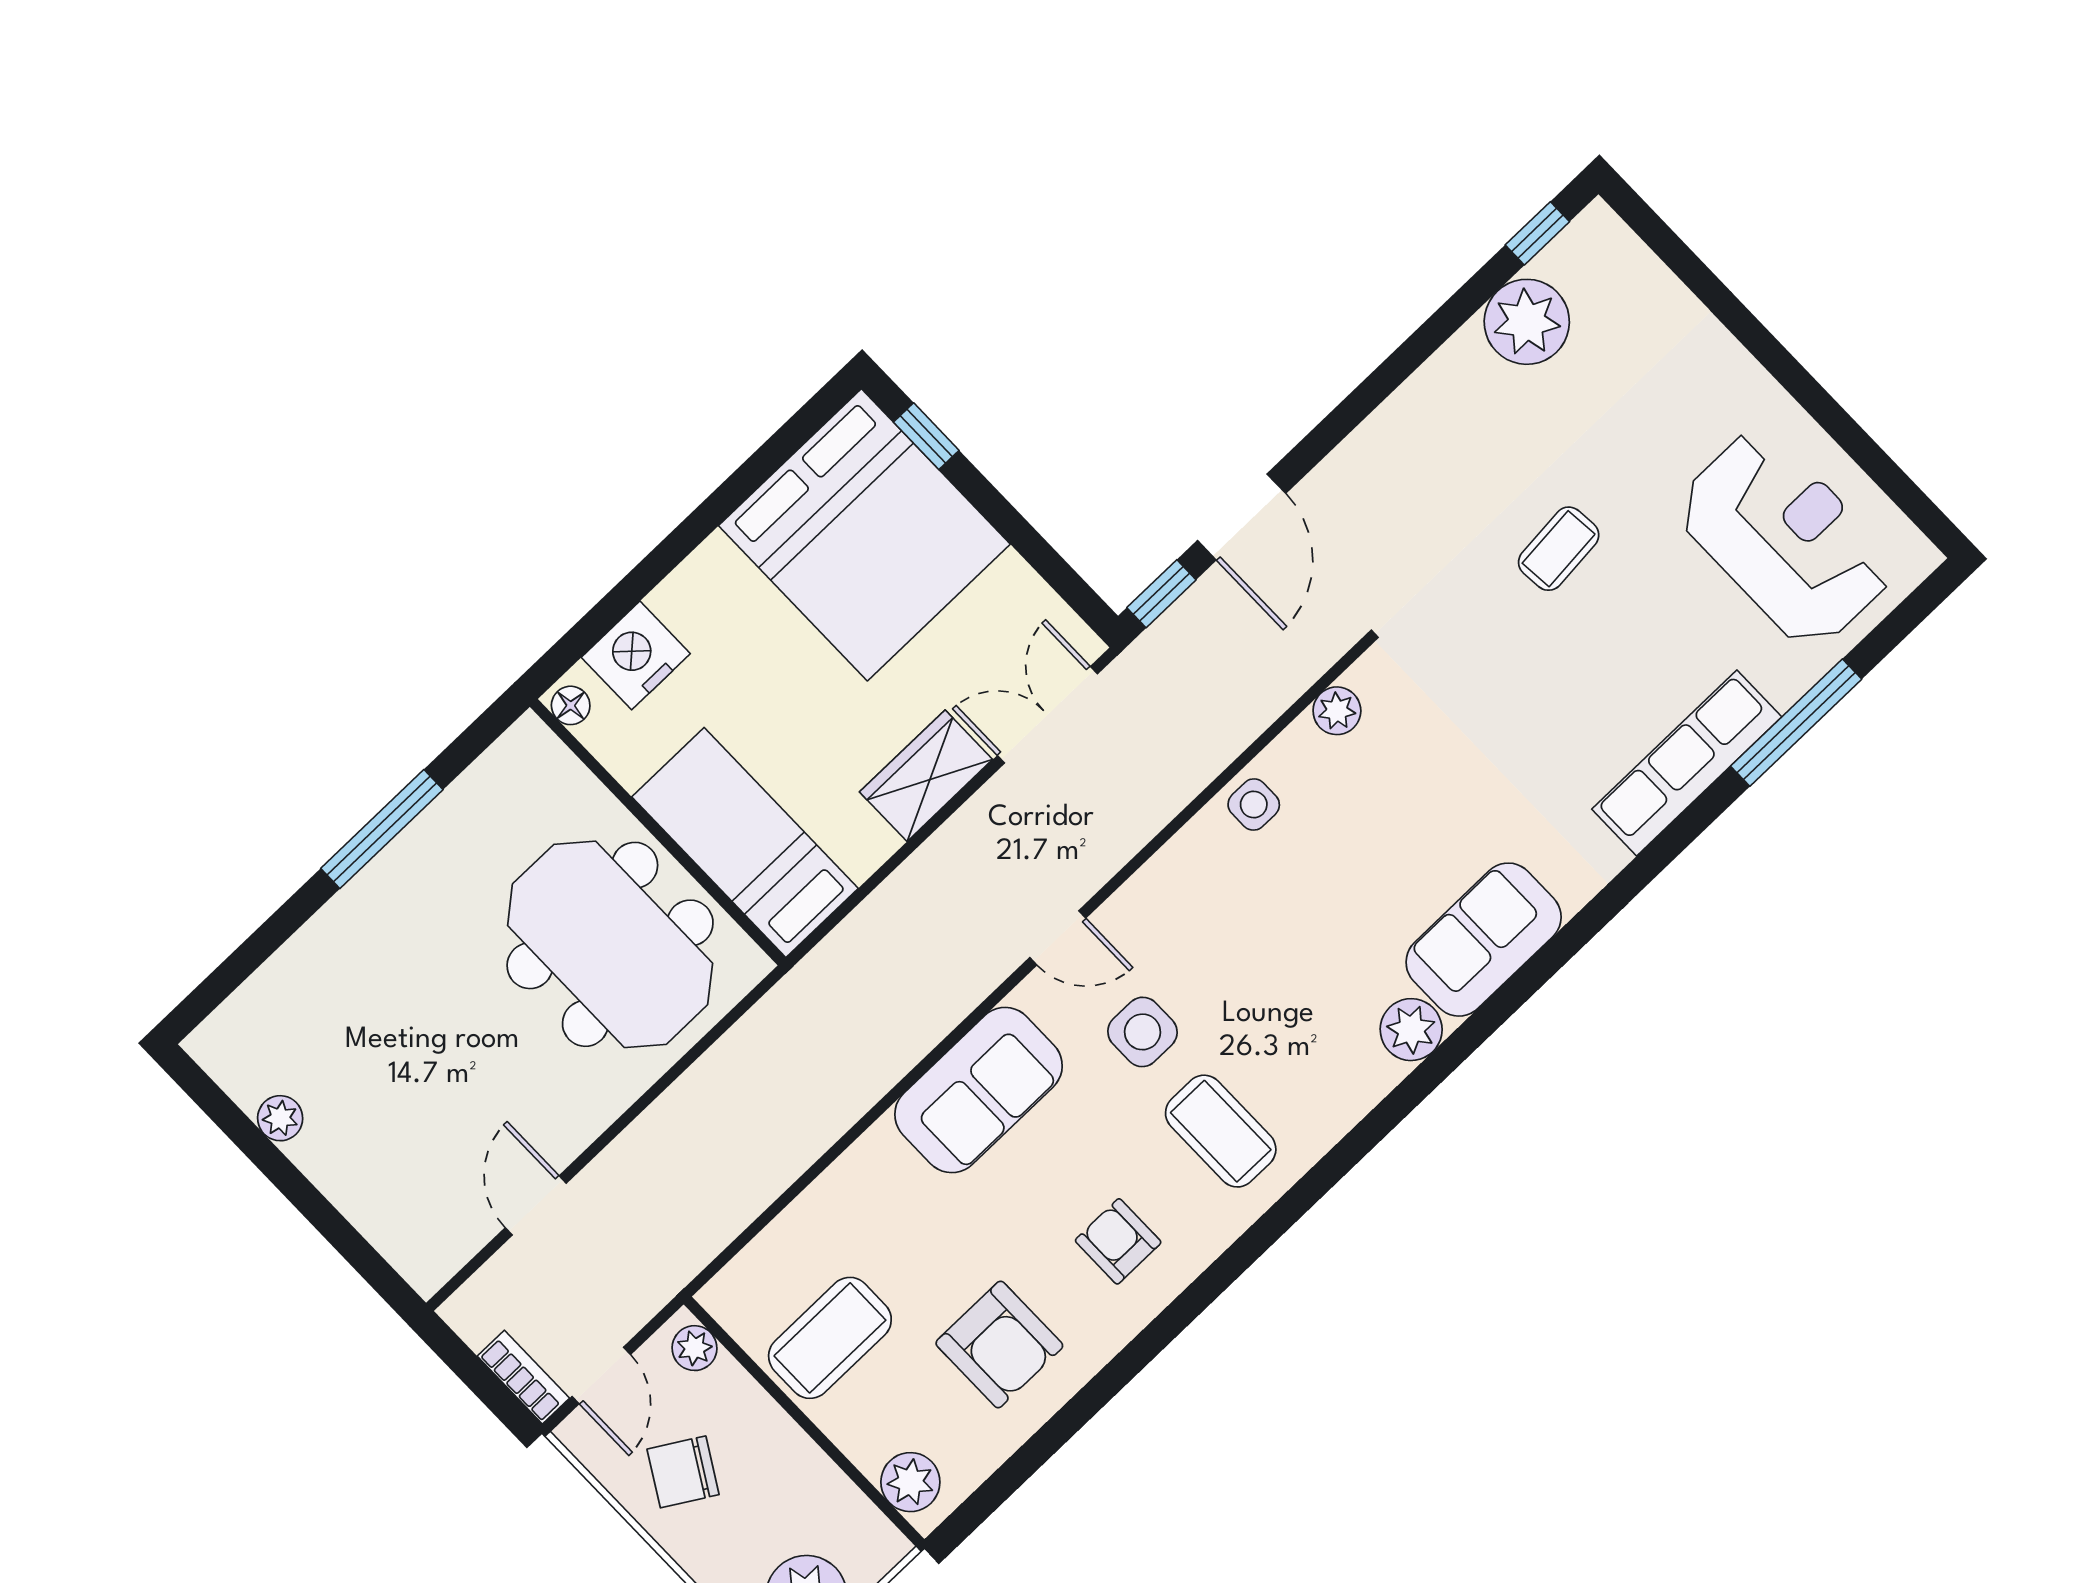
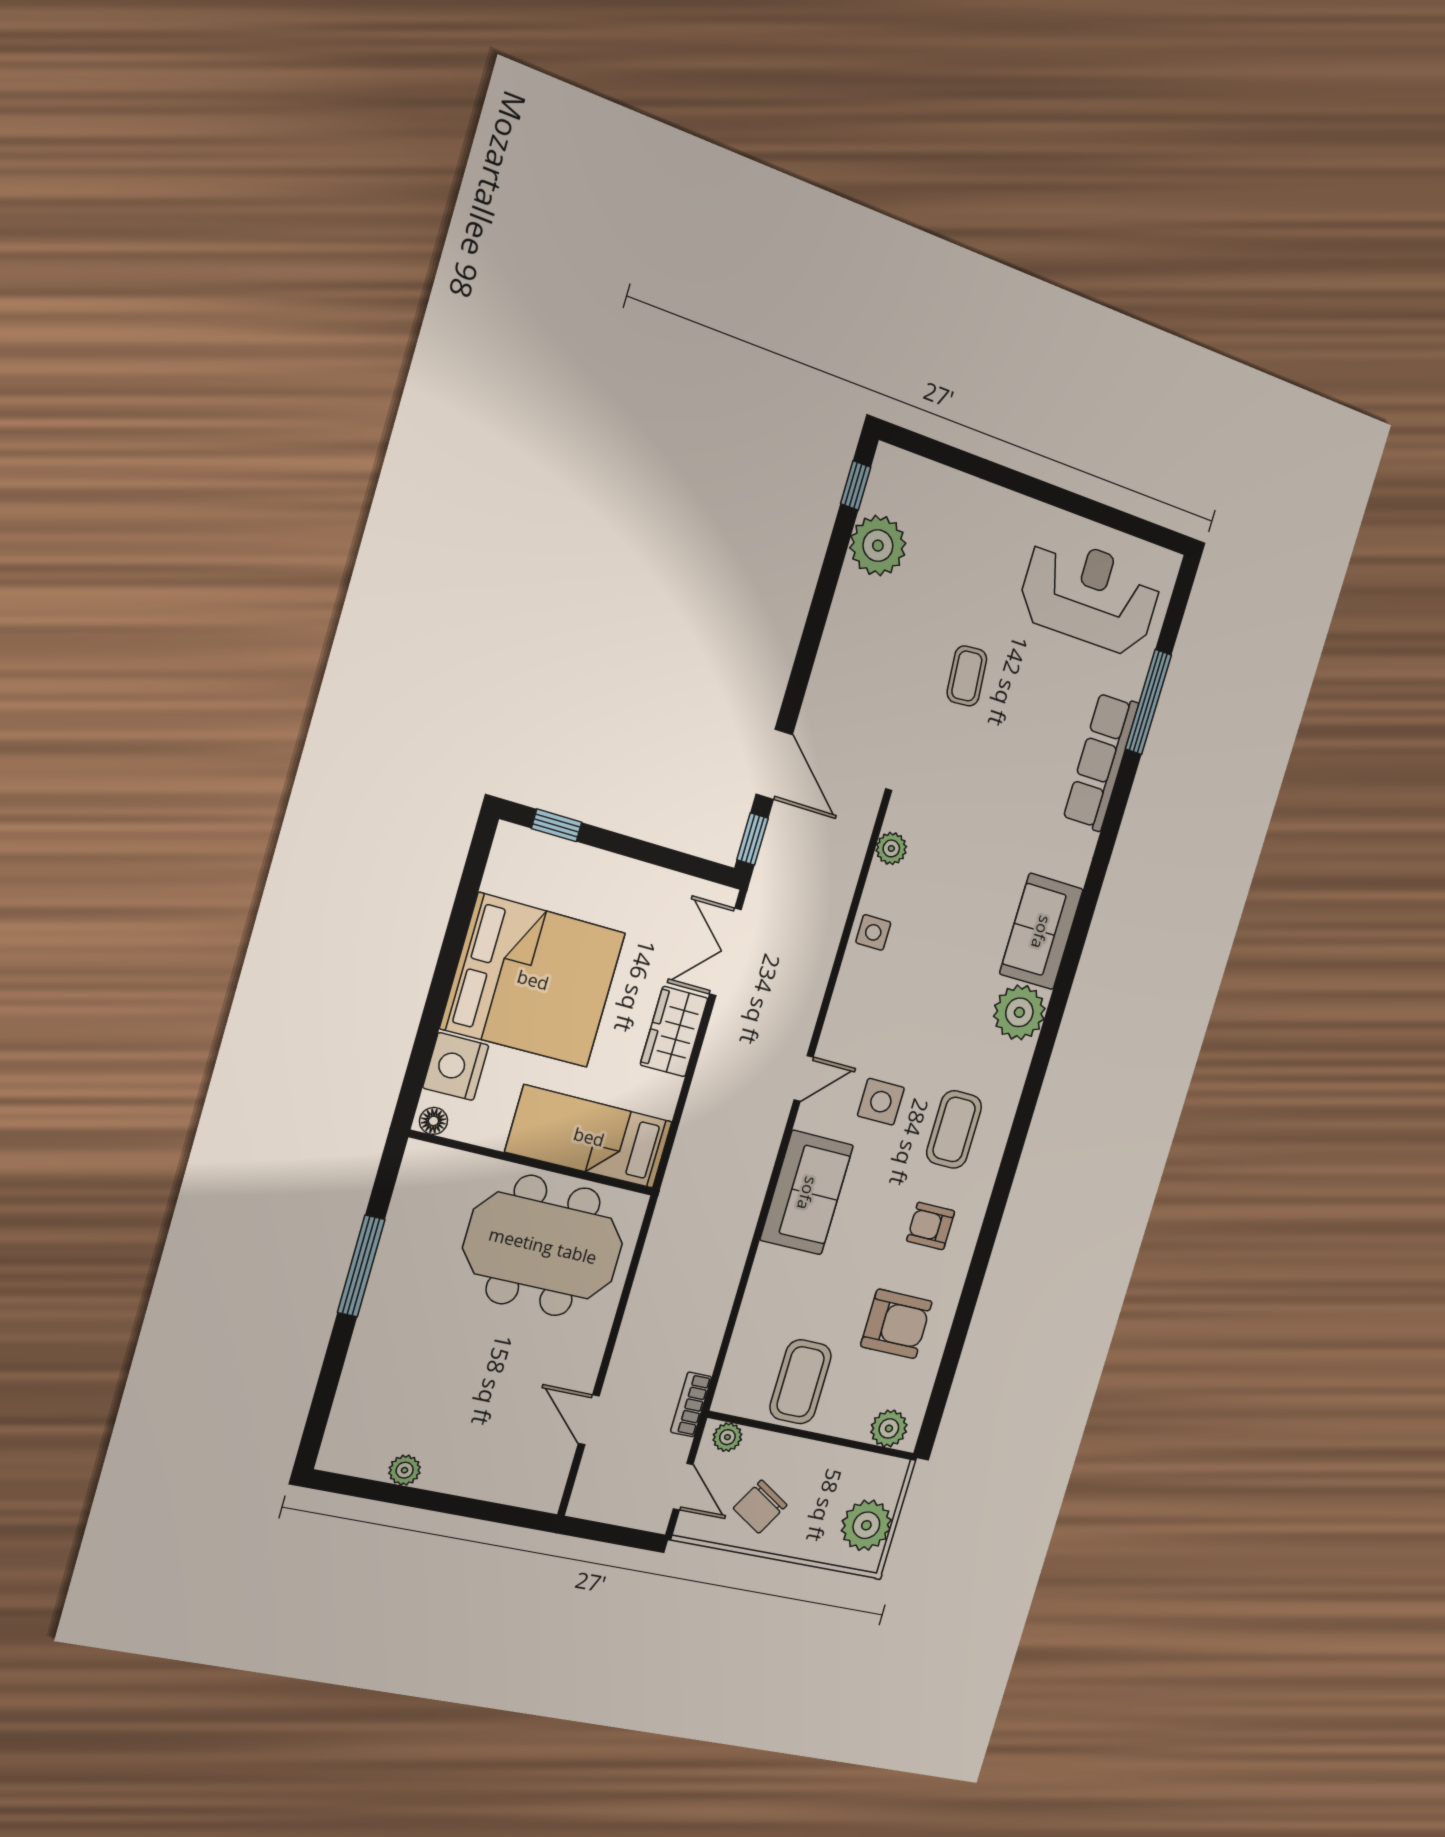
bed: (864, 535) -> (533, 980), moved
plant: (1411, 1030) -> (1019, 1012), width x1.36, depth x1.36
coffee table: (1221, 1131) -> (954, 1130), turned 90
bookcase: (523, 1377) -> (691, 1404), moved, turned -90

